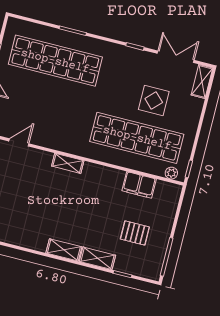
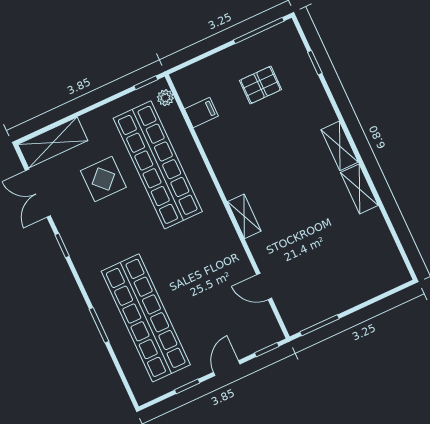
shelving: (202, 81) -> (53, 142), width x1.50, depth x1.33
filing cabinet: (139, 185) -> (201, 113), width x0.50
pallet: (135, 233) -> (260, 85), turned 90
shelving: (98, 258) -> (359, 189), moved

